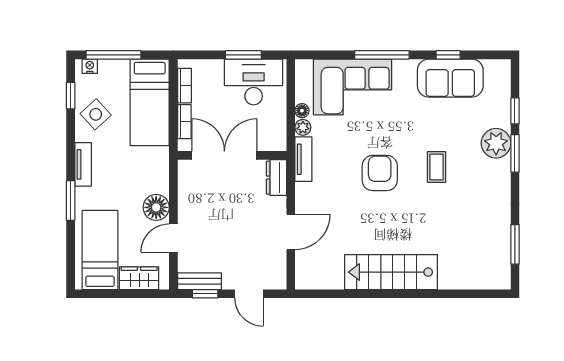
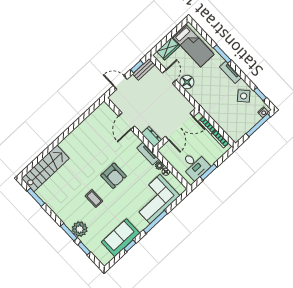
desk: (254, 82) -> (195, 165), width x0.73
bed: (150, 102) -> (227, 120), removed
stairs: (391, 272) -> (45, 168), moved

